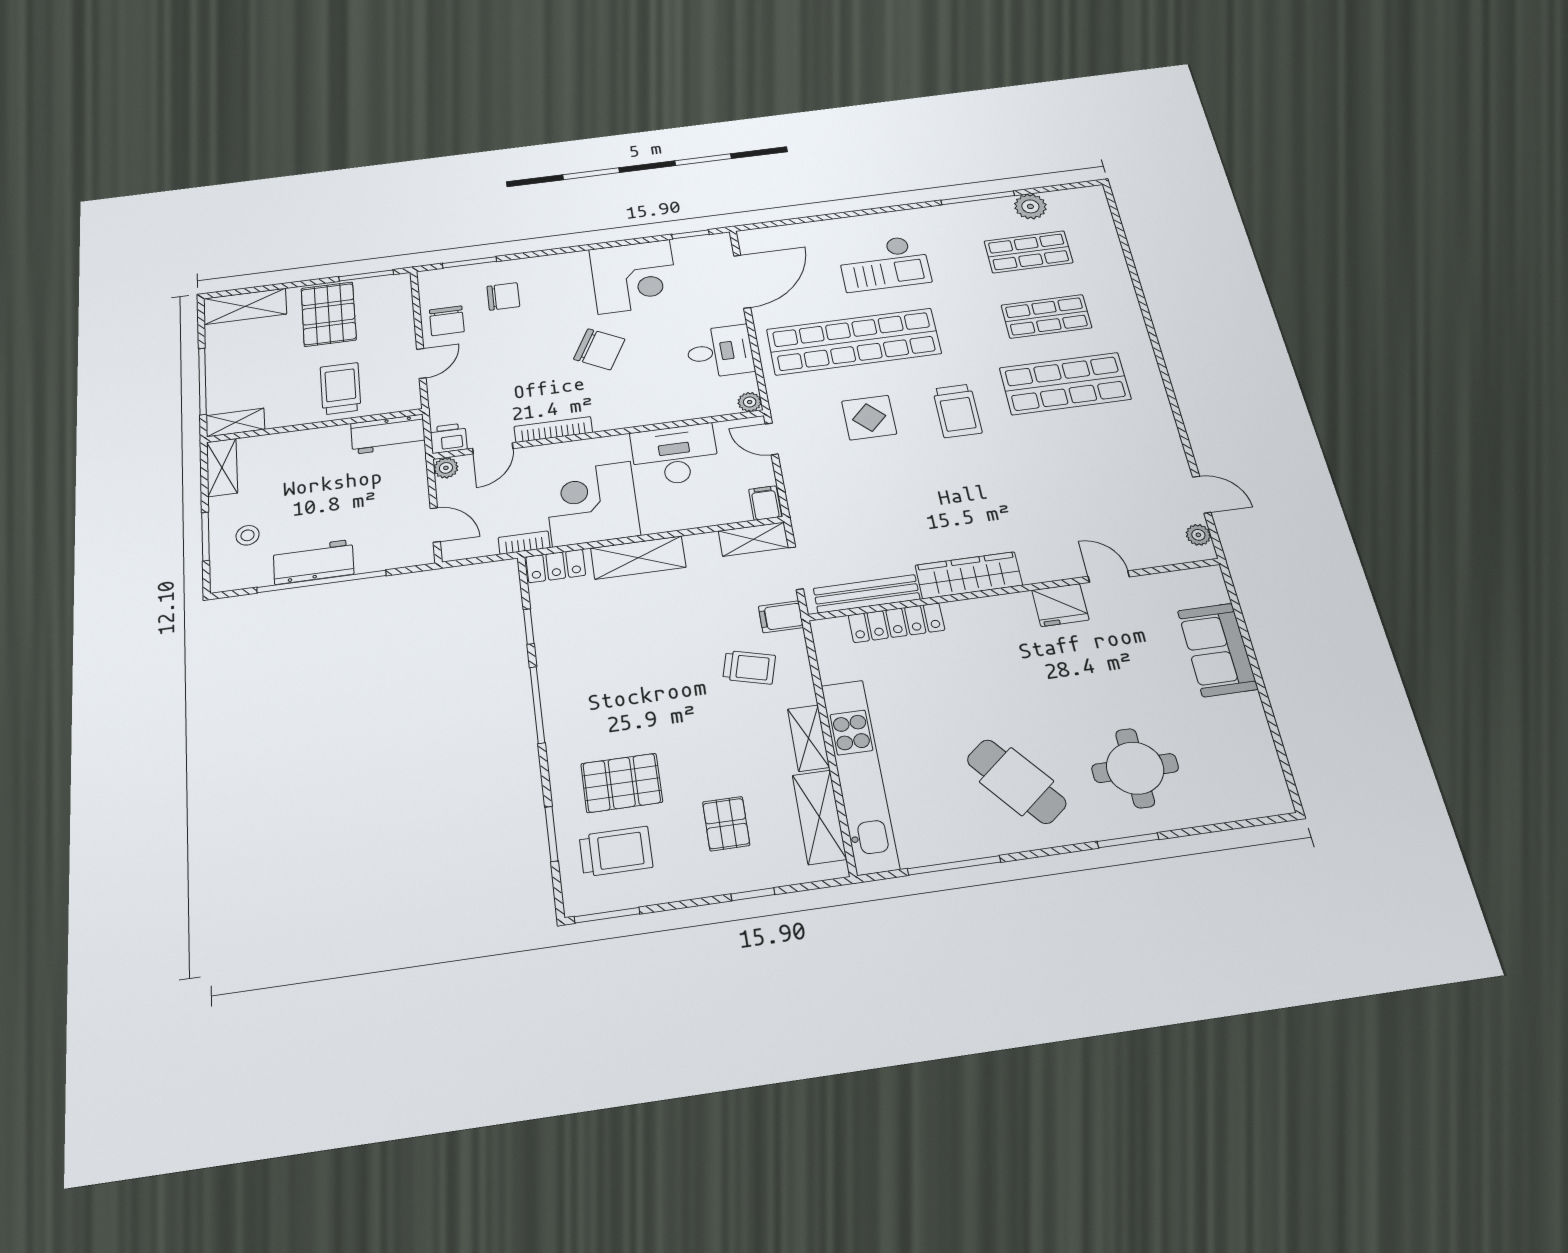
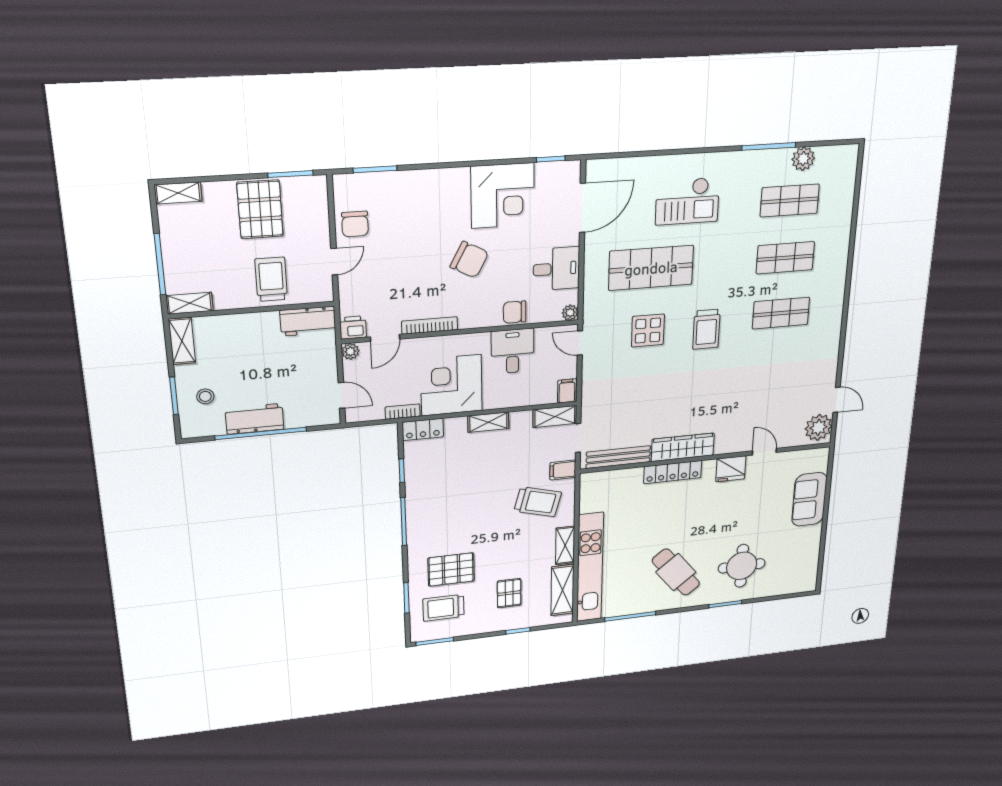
chair: (503, 296) -> (515, 312), moved, turned 180
shelving: (245, 306) -> (178, 193), width x0.67, depth x0.75
shop shelf: (854, 342) -> (651, 268), width x0.71
shop shelf: (1065, 384) -> (781, 313), width x0.70, depth x0.74
desk: (675, 455) -> (513, 351), width x0.73
plant: (1198, 535) -> (818, 427), width x1.88, depth x1.88
shelving: (638, 558) -> (488, 422), width x0.67, depth x0.75
locker: (896, 623) -> (673, 472), moved
trolley: (749, 667) -> (538, 502), width x1.36, depth x1.39
trolley: (616, 851) -> (443, 608), turned 180

